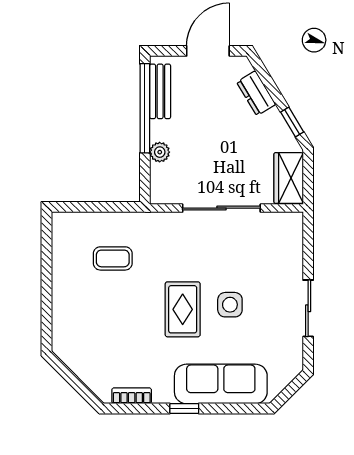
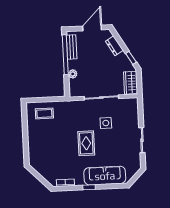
coffee table: (113, 258) -> (44, 113), moved
side table: (230, 305) -> (106, 123), moved

